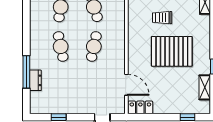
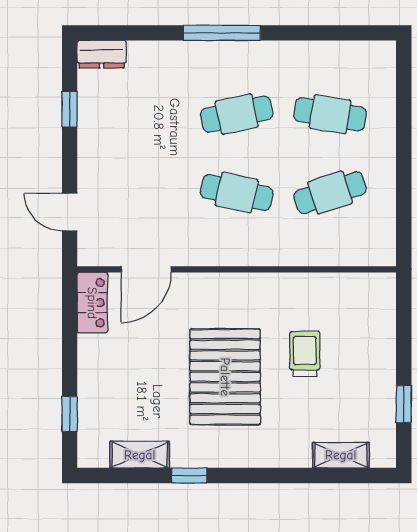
window: (26, 72) -> (222, 33), moved
dresser: (35, 80) -> (102, 54), moved

